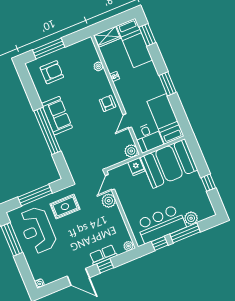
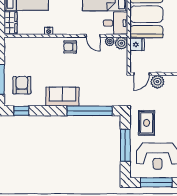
plant: (98, 66) -> (110, 41), moved
window: (27, 82) -> (21, 111), added
window: (47, 131) -> (90, 111), moved
door: (110, 182) -> (141, 74), hinge flipped

